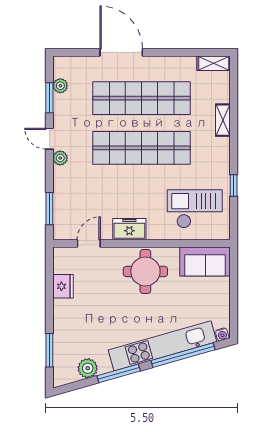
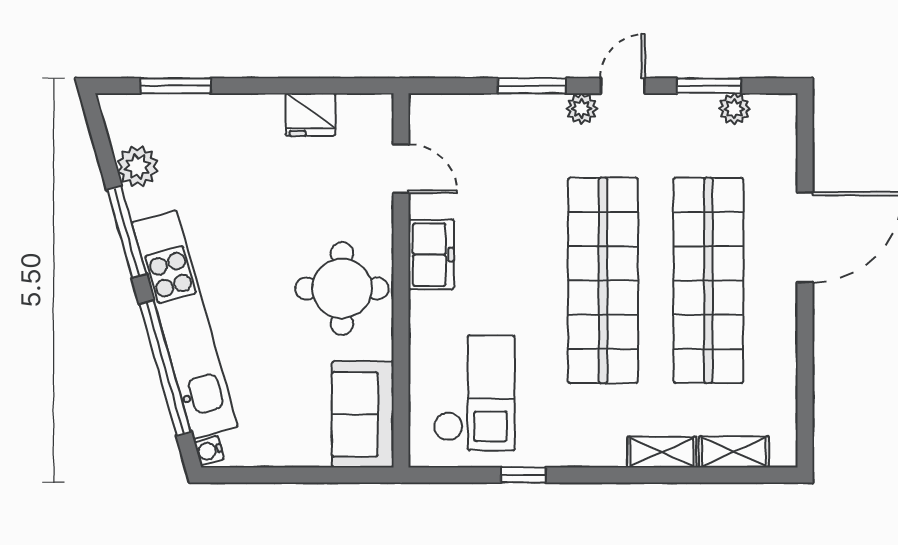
shelving: (214, 63) -> (734, 452), moved, turned 90
window: (49, 209) -> (532, 86), moved

